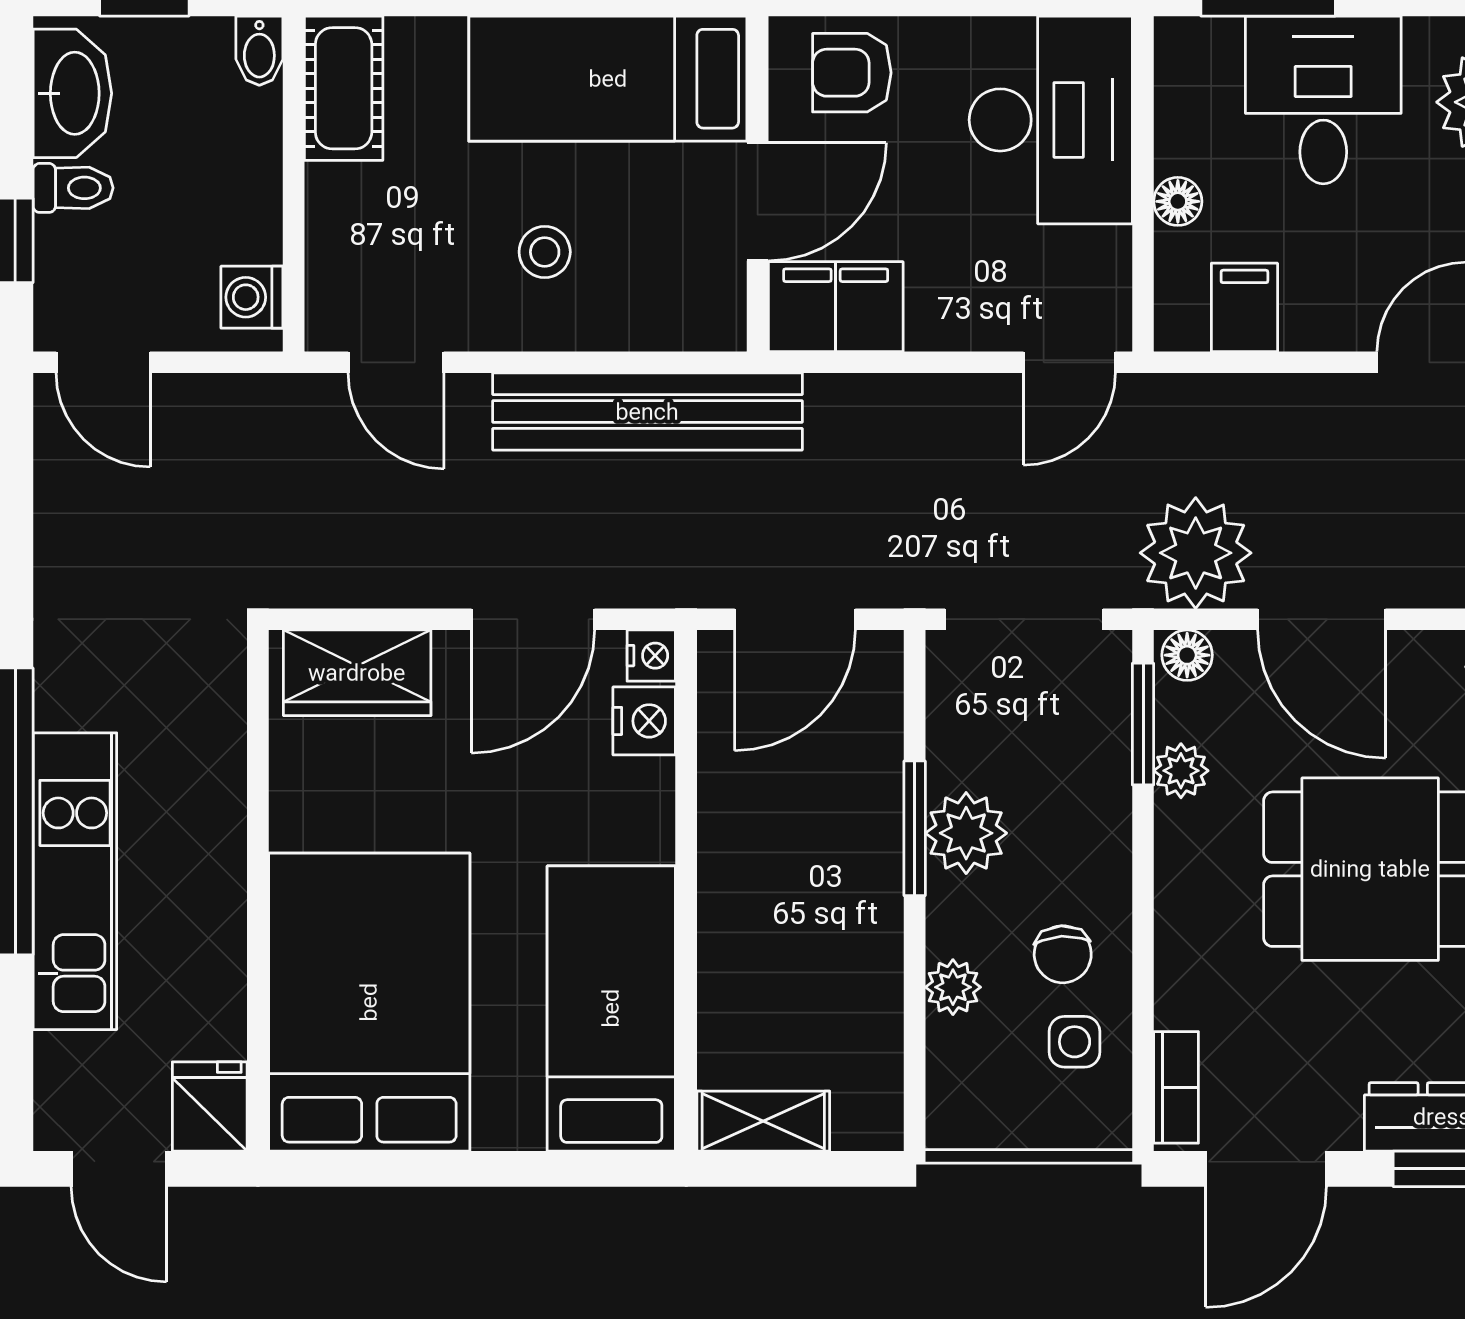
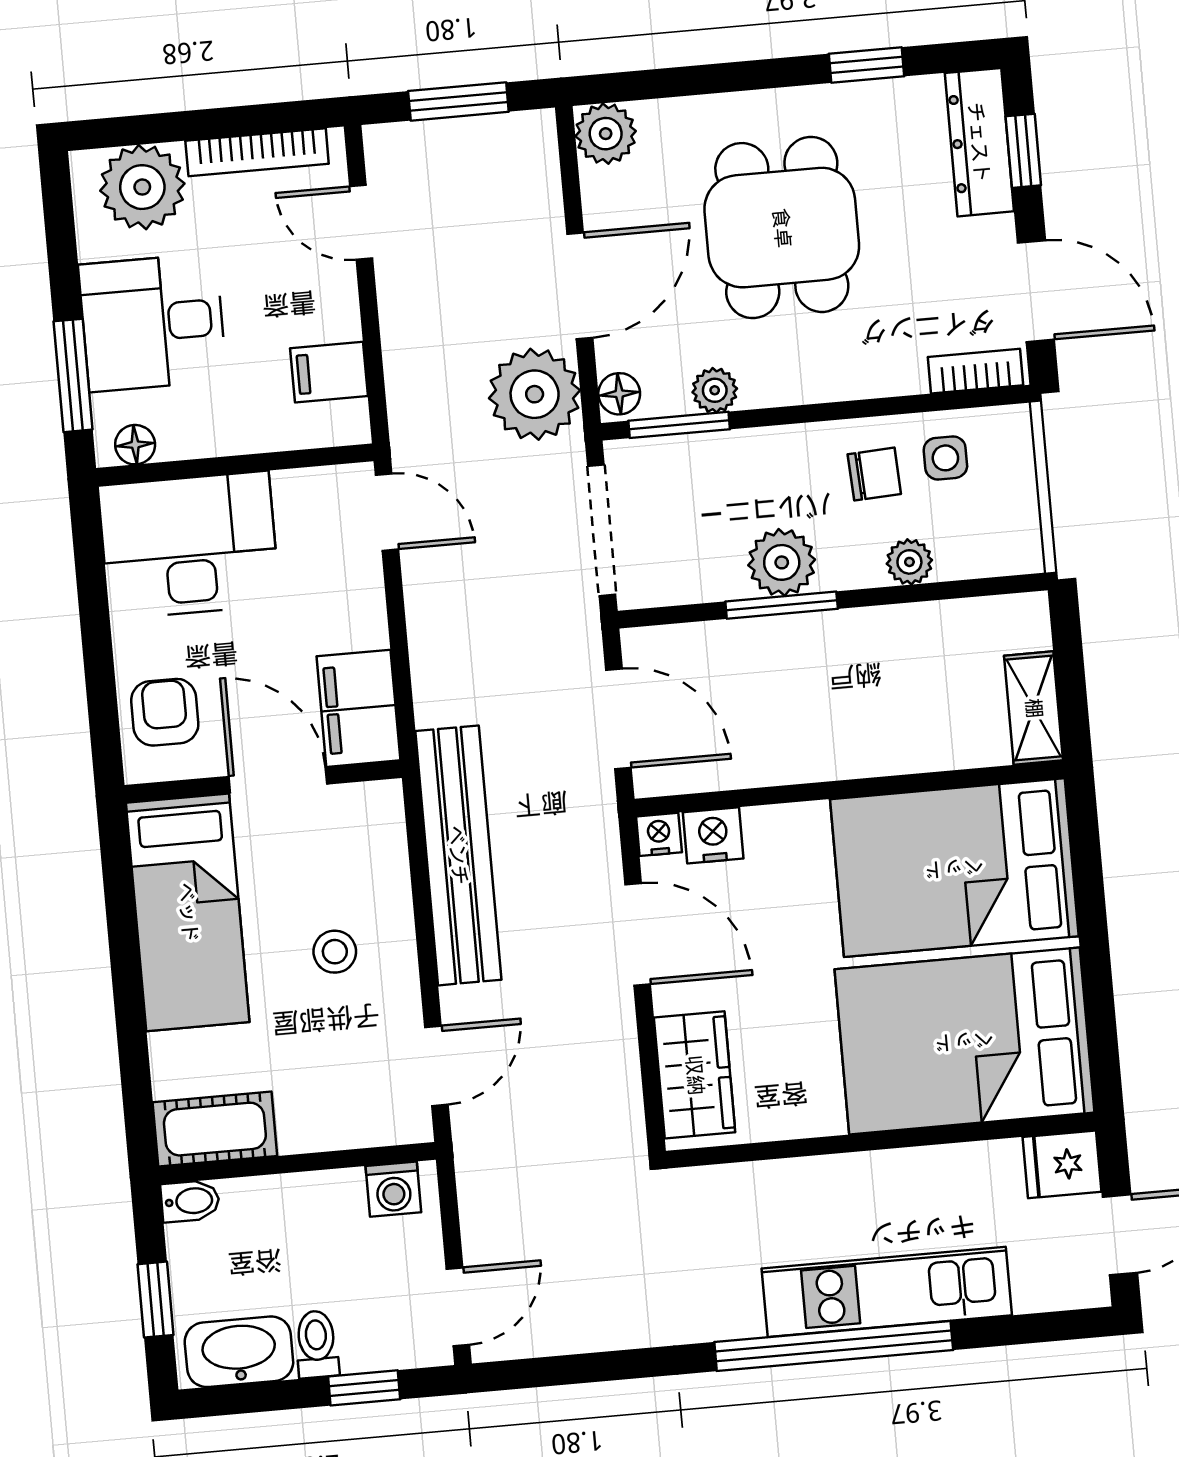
armchair: (852, 73) -> (165, 712), turned 180
floor lamp: (1178, 201) -> (135, 445), moved
bed: (611, 1008) -> (954, 868), width x1.50

